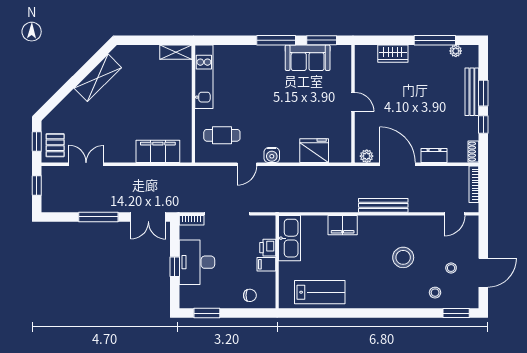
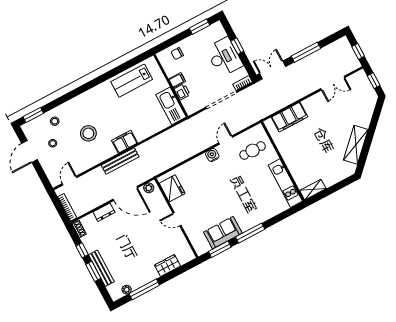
pallet: (55, 145) -> (360, 85), removed
fridge: (314, 151) -> (172, 188), moved, turned -90
filing cabinet: (343, 225) -> (125, 142), moved

